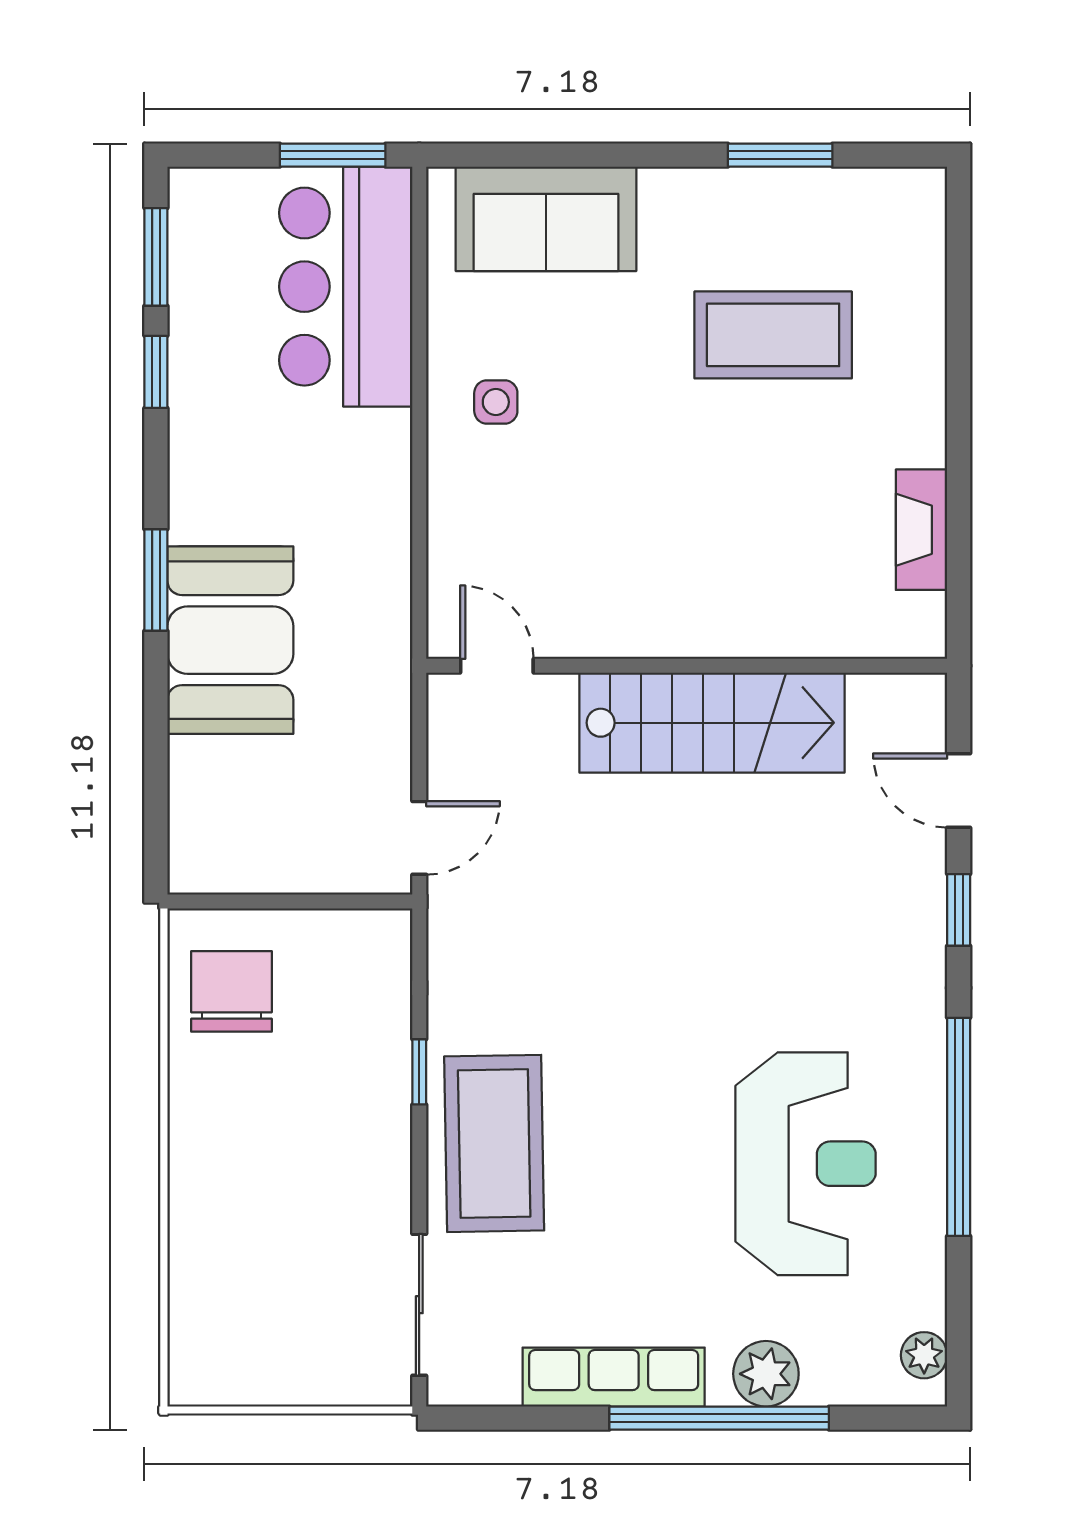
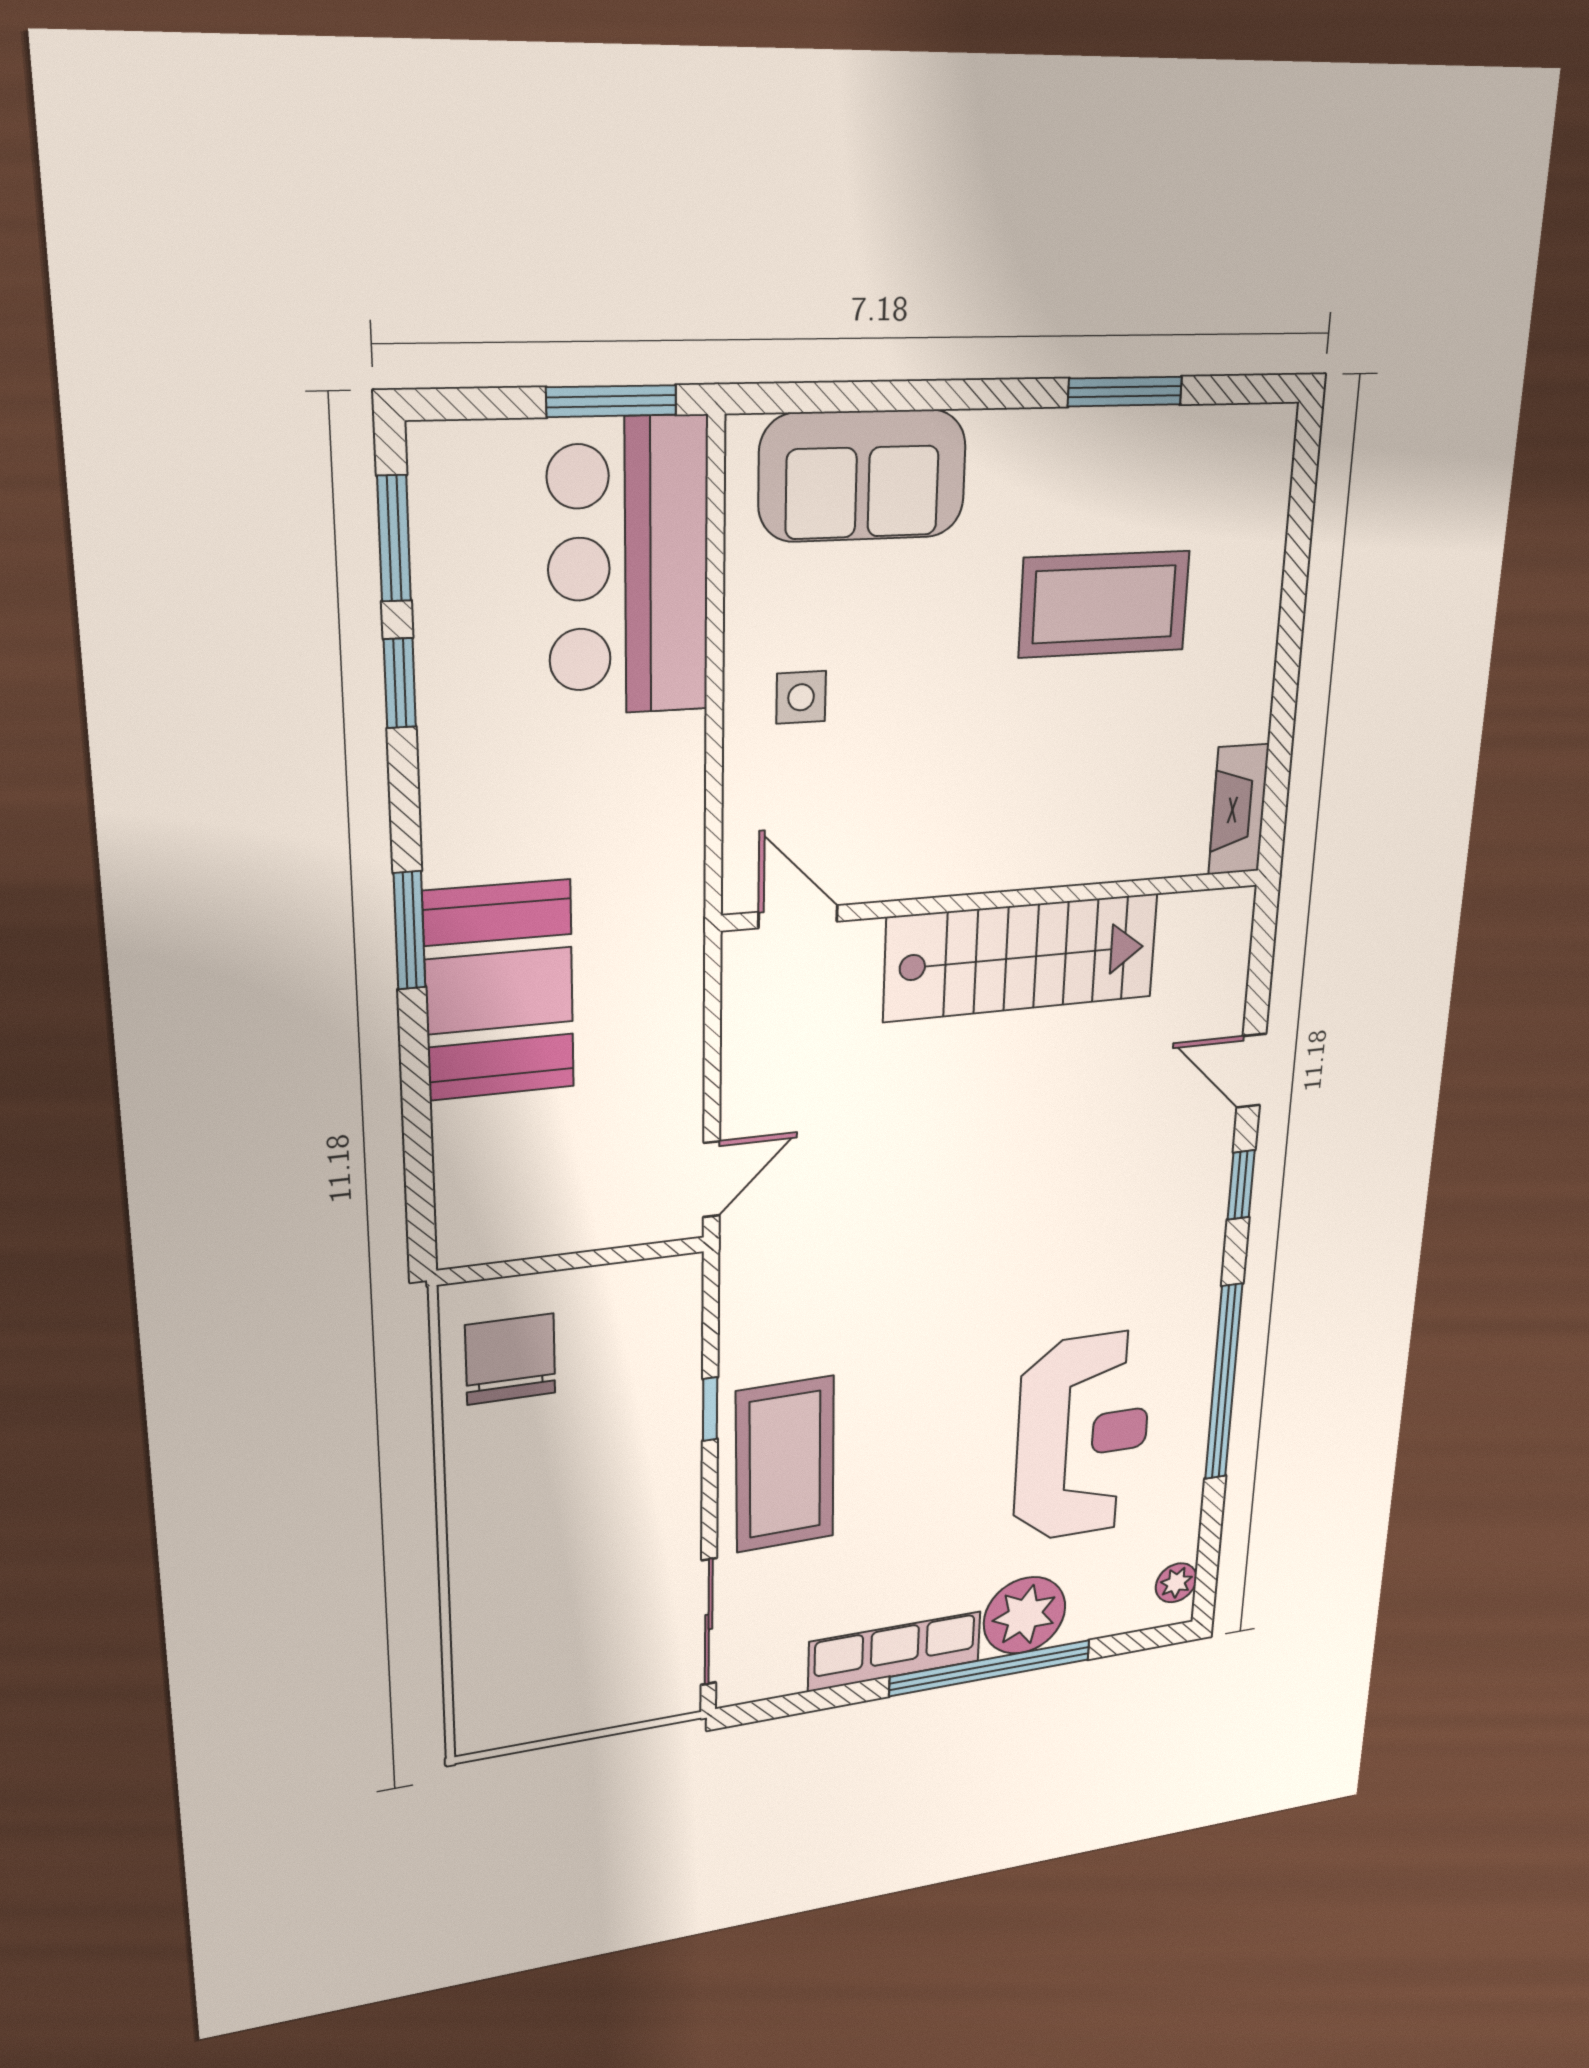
door: (497, 666) -> (798, 917), moved
wall: (687, 666) -> (999, 900), moved
stairs: (712, 723) -> (1021, 957), moved
plant: (766, 1374) -> (1025, 1615), width x1.36, depth x1.36

